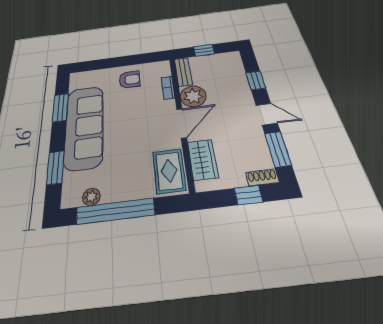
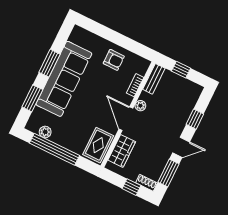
plant: (193, 96) -> (140, 106), width x0.53, depth x0.53
window: (60, 108) -> (50, 63), moved
door: (267, 114) -> (181, 147), hinge flipped
door: (182, 123) -> (126, 119), swing flipped

